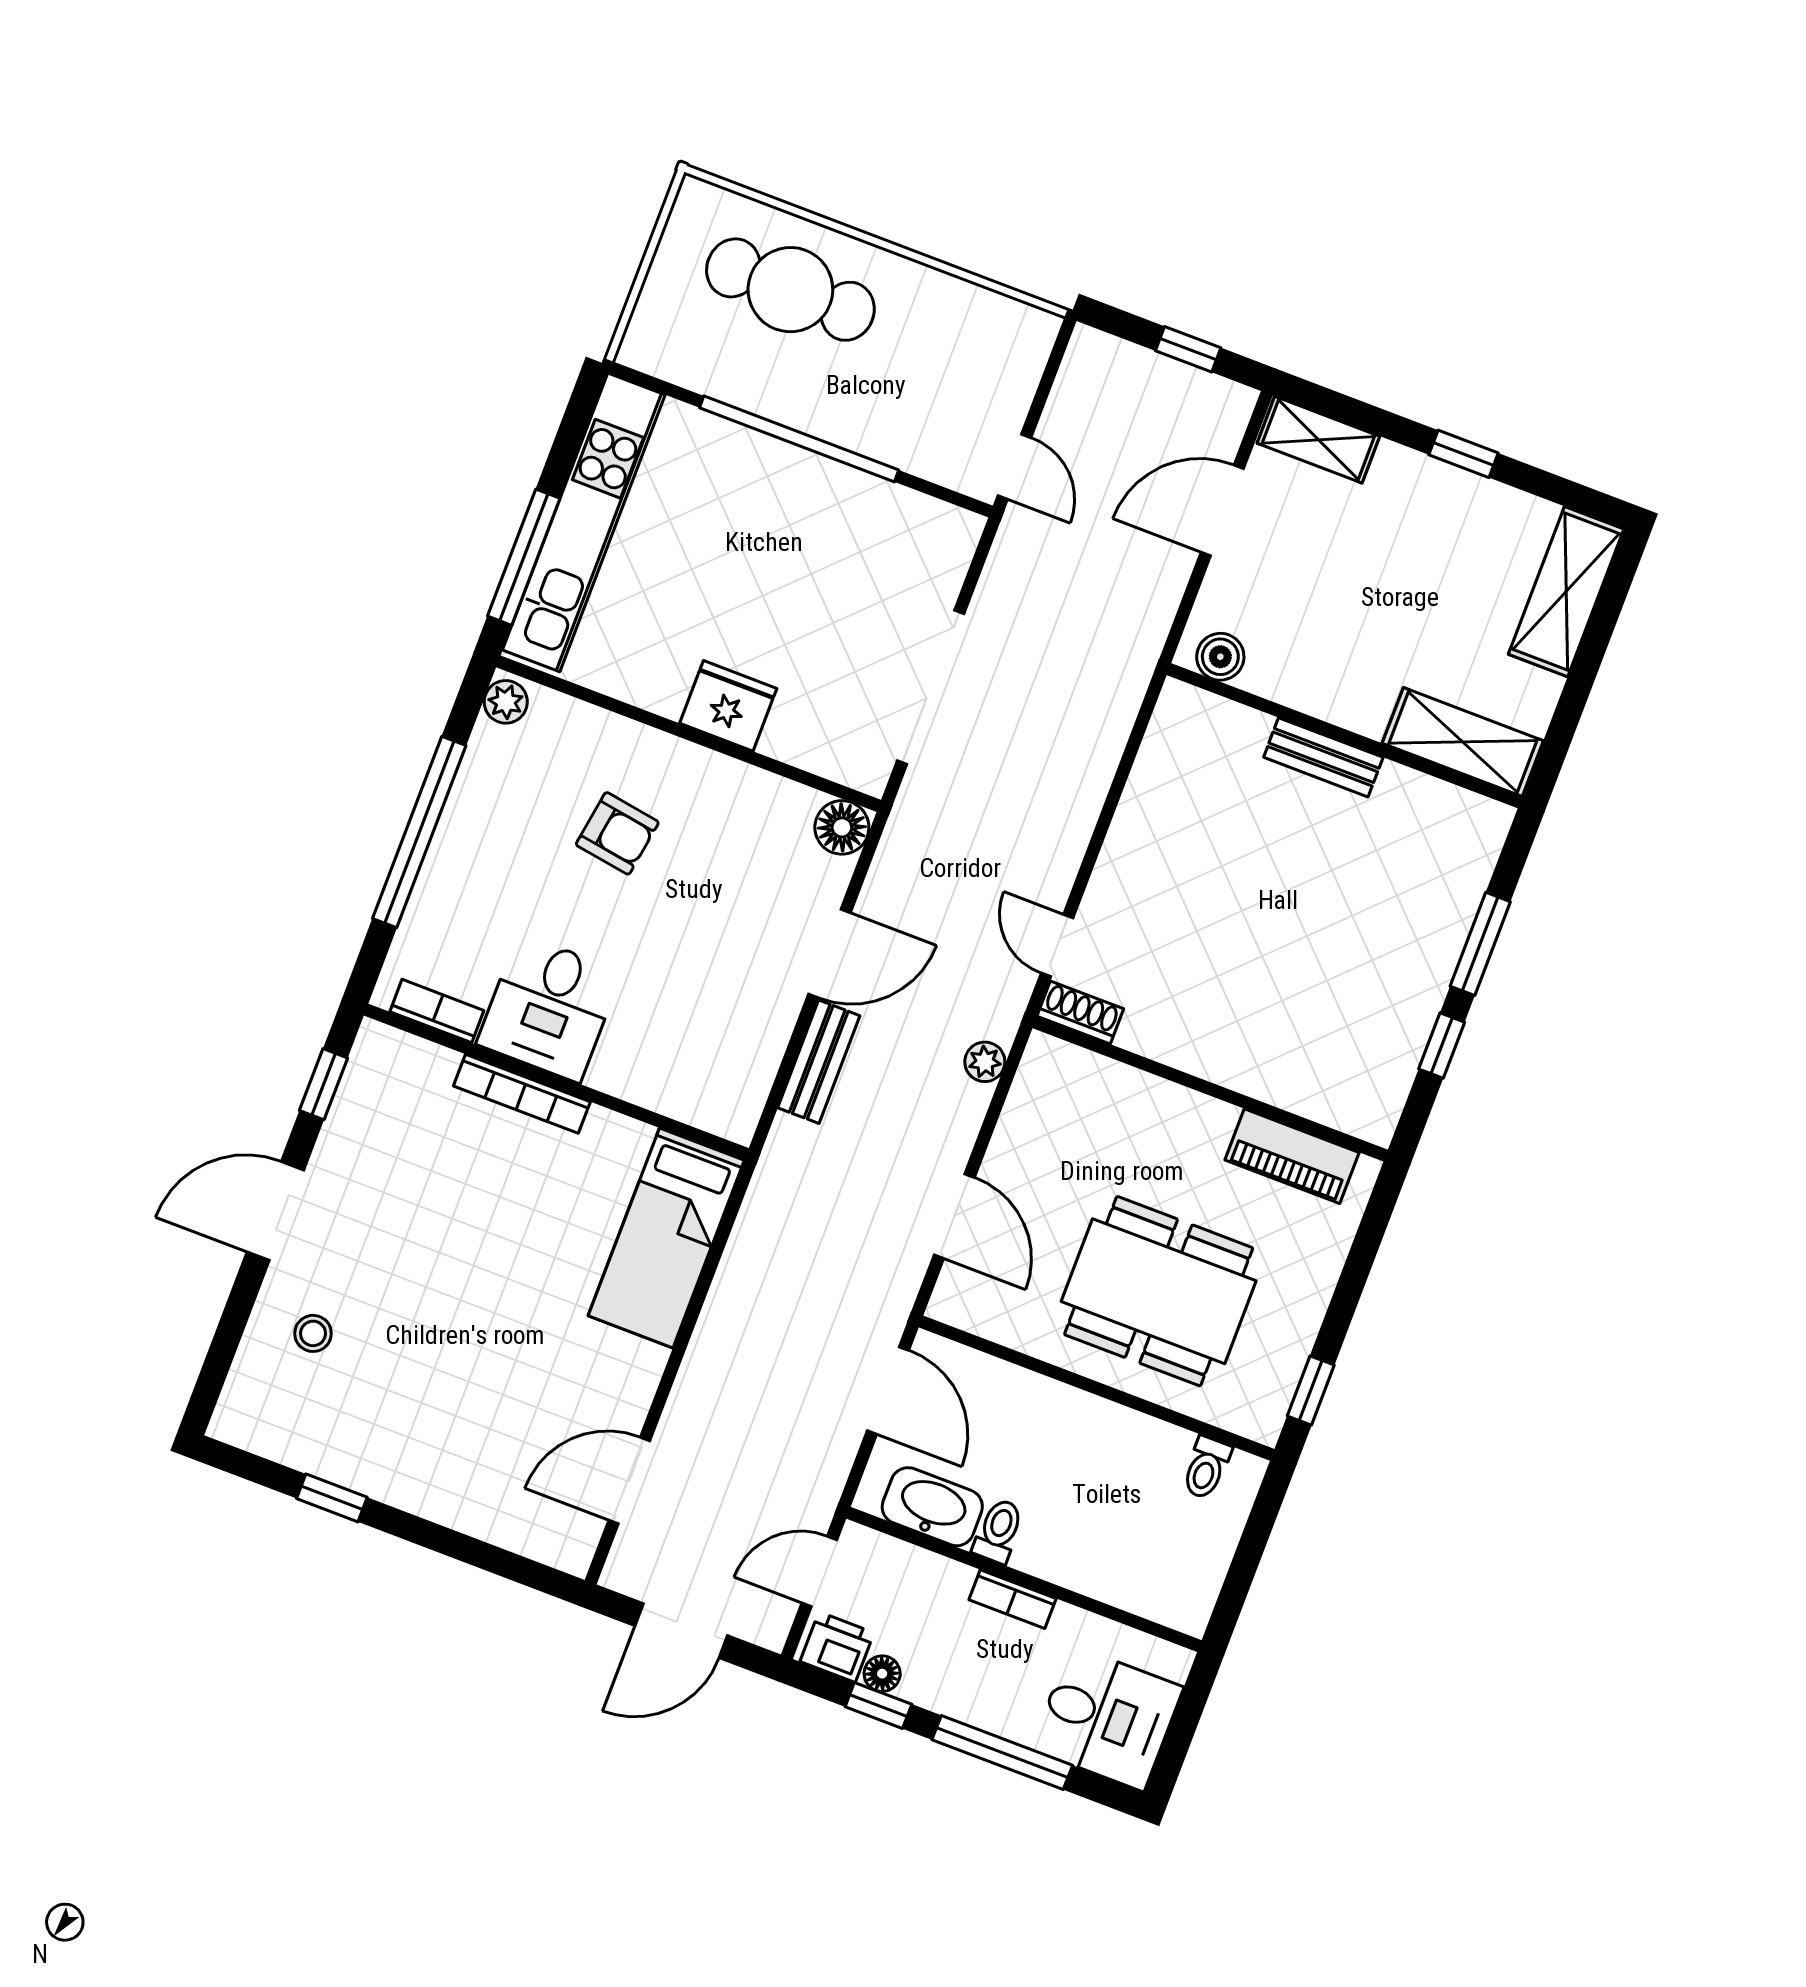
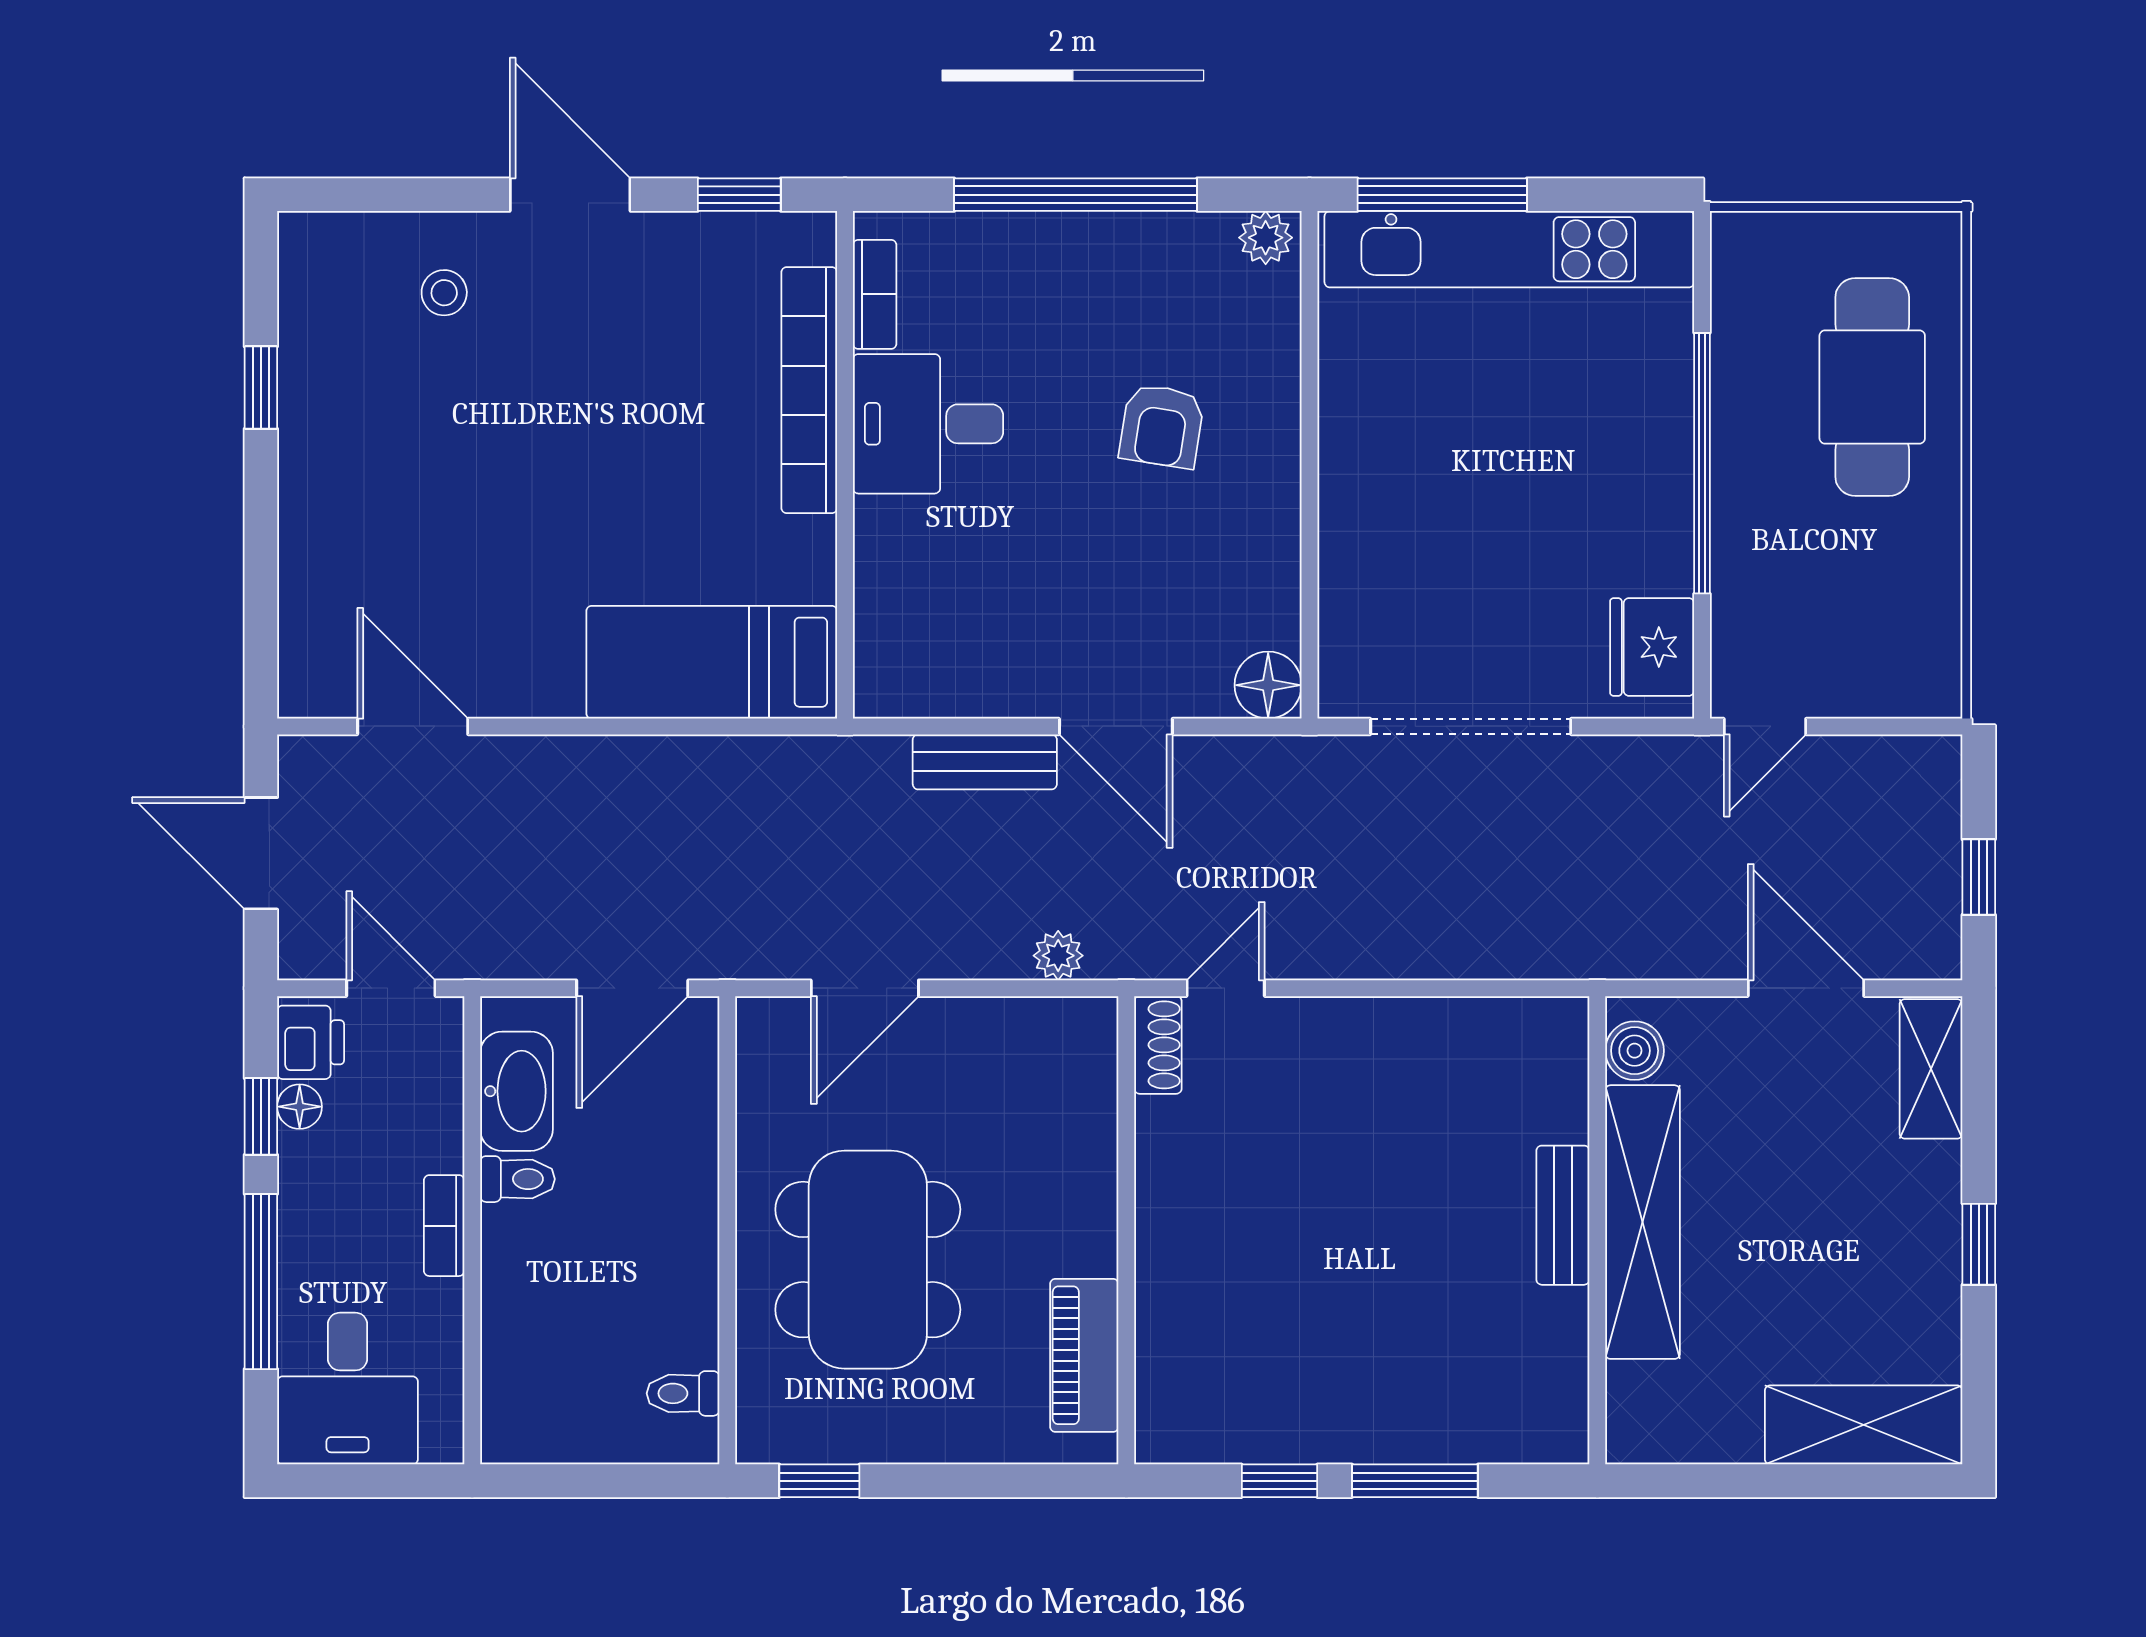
fridge: (728, 706) -> (1652, 647), moved, turned 180
shelving: (1463, 742) -> (1643, 1222), moved, width x1.47
bookcase: (522, 1094) -> (809, 390), width x1.48, depth x1.31

